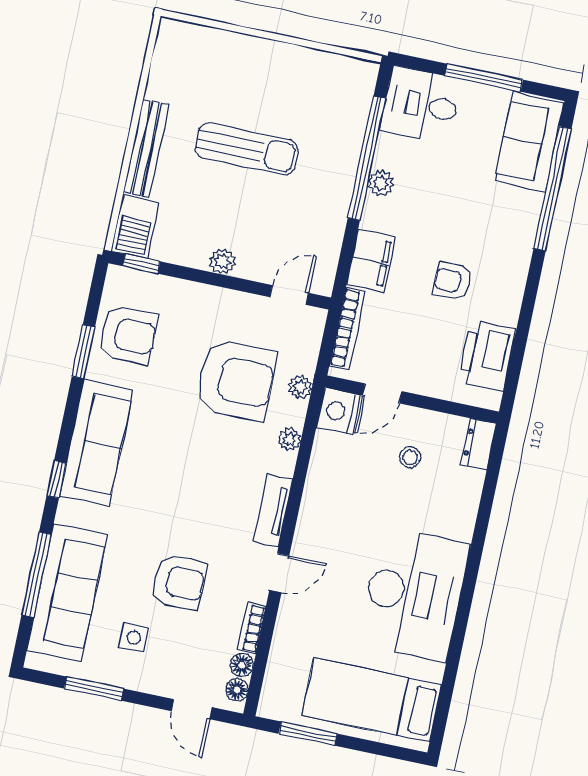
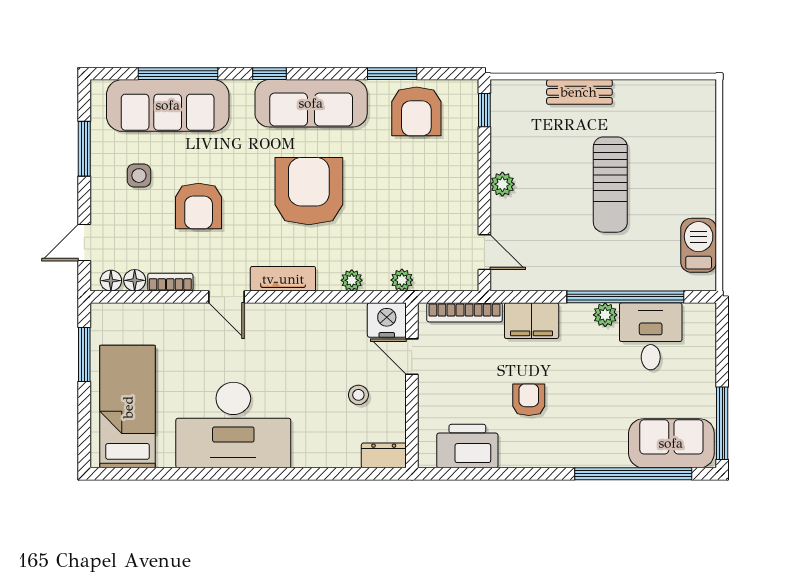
window: (484, 78) -> (722, 423), moved
desk: (421, 105) -> (651, 336), moved
bench: (146, 149) -> (579, 92), width x0.73
barbecue: (135, 227) -> (699, 245), moved, turned 90
armchair: (236, 380) -> (309, 191), moved, turned 180

